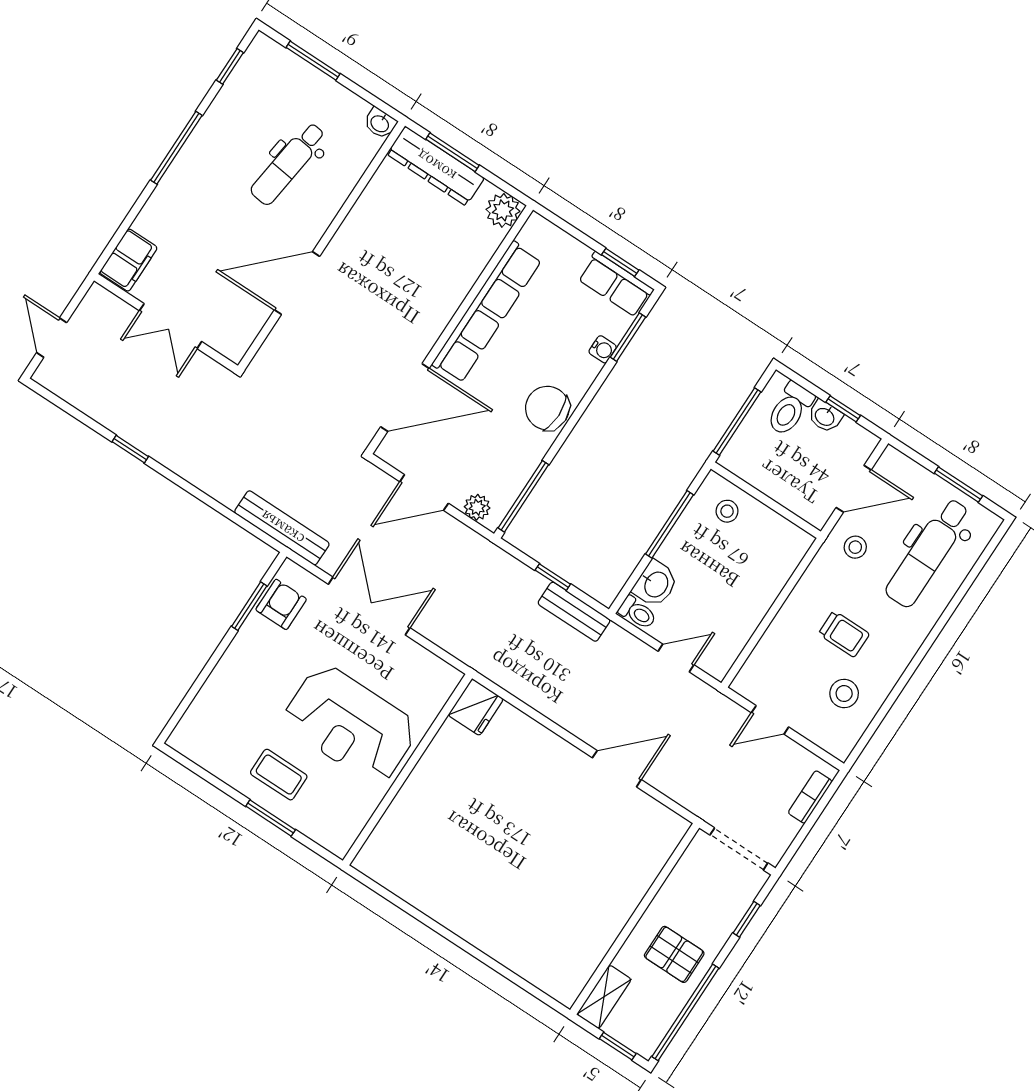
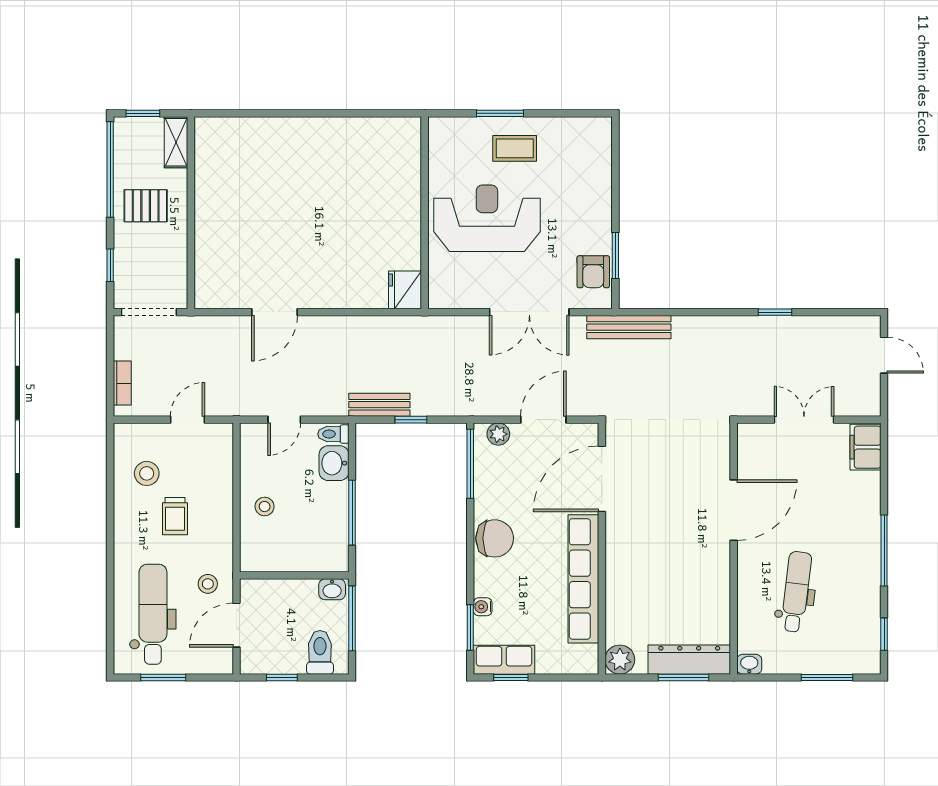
washbasin: (825, 416) -> (332, 589), moved, turned 180
stool: (727, 511) -> (265, 507), moved
trolley: (844, 634) -> (175, 516), turned -90

